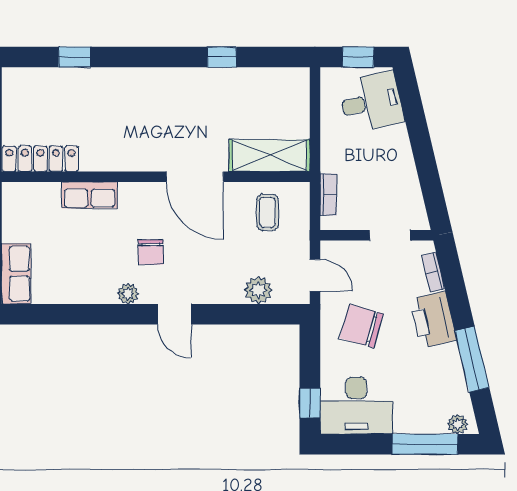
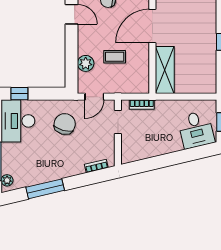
coffee table: (267, 212) -> (115, 57), moved
doorway: (390, 235) -> (118, 122), moved
door: (174, 314) -> (72, 14), swing flipped
printer: (433, 320) -> (68, 166), removed

